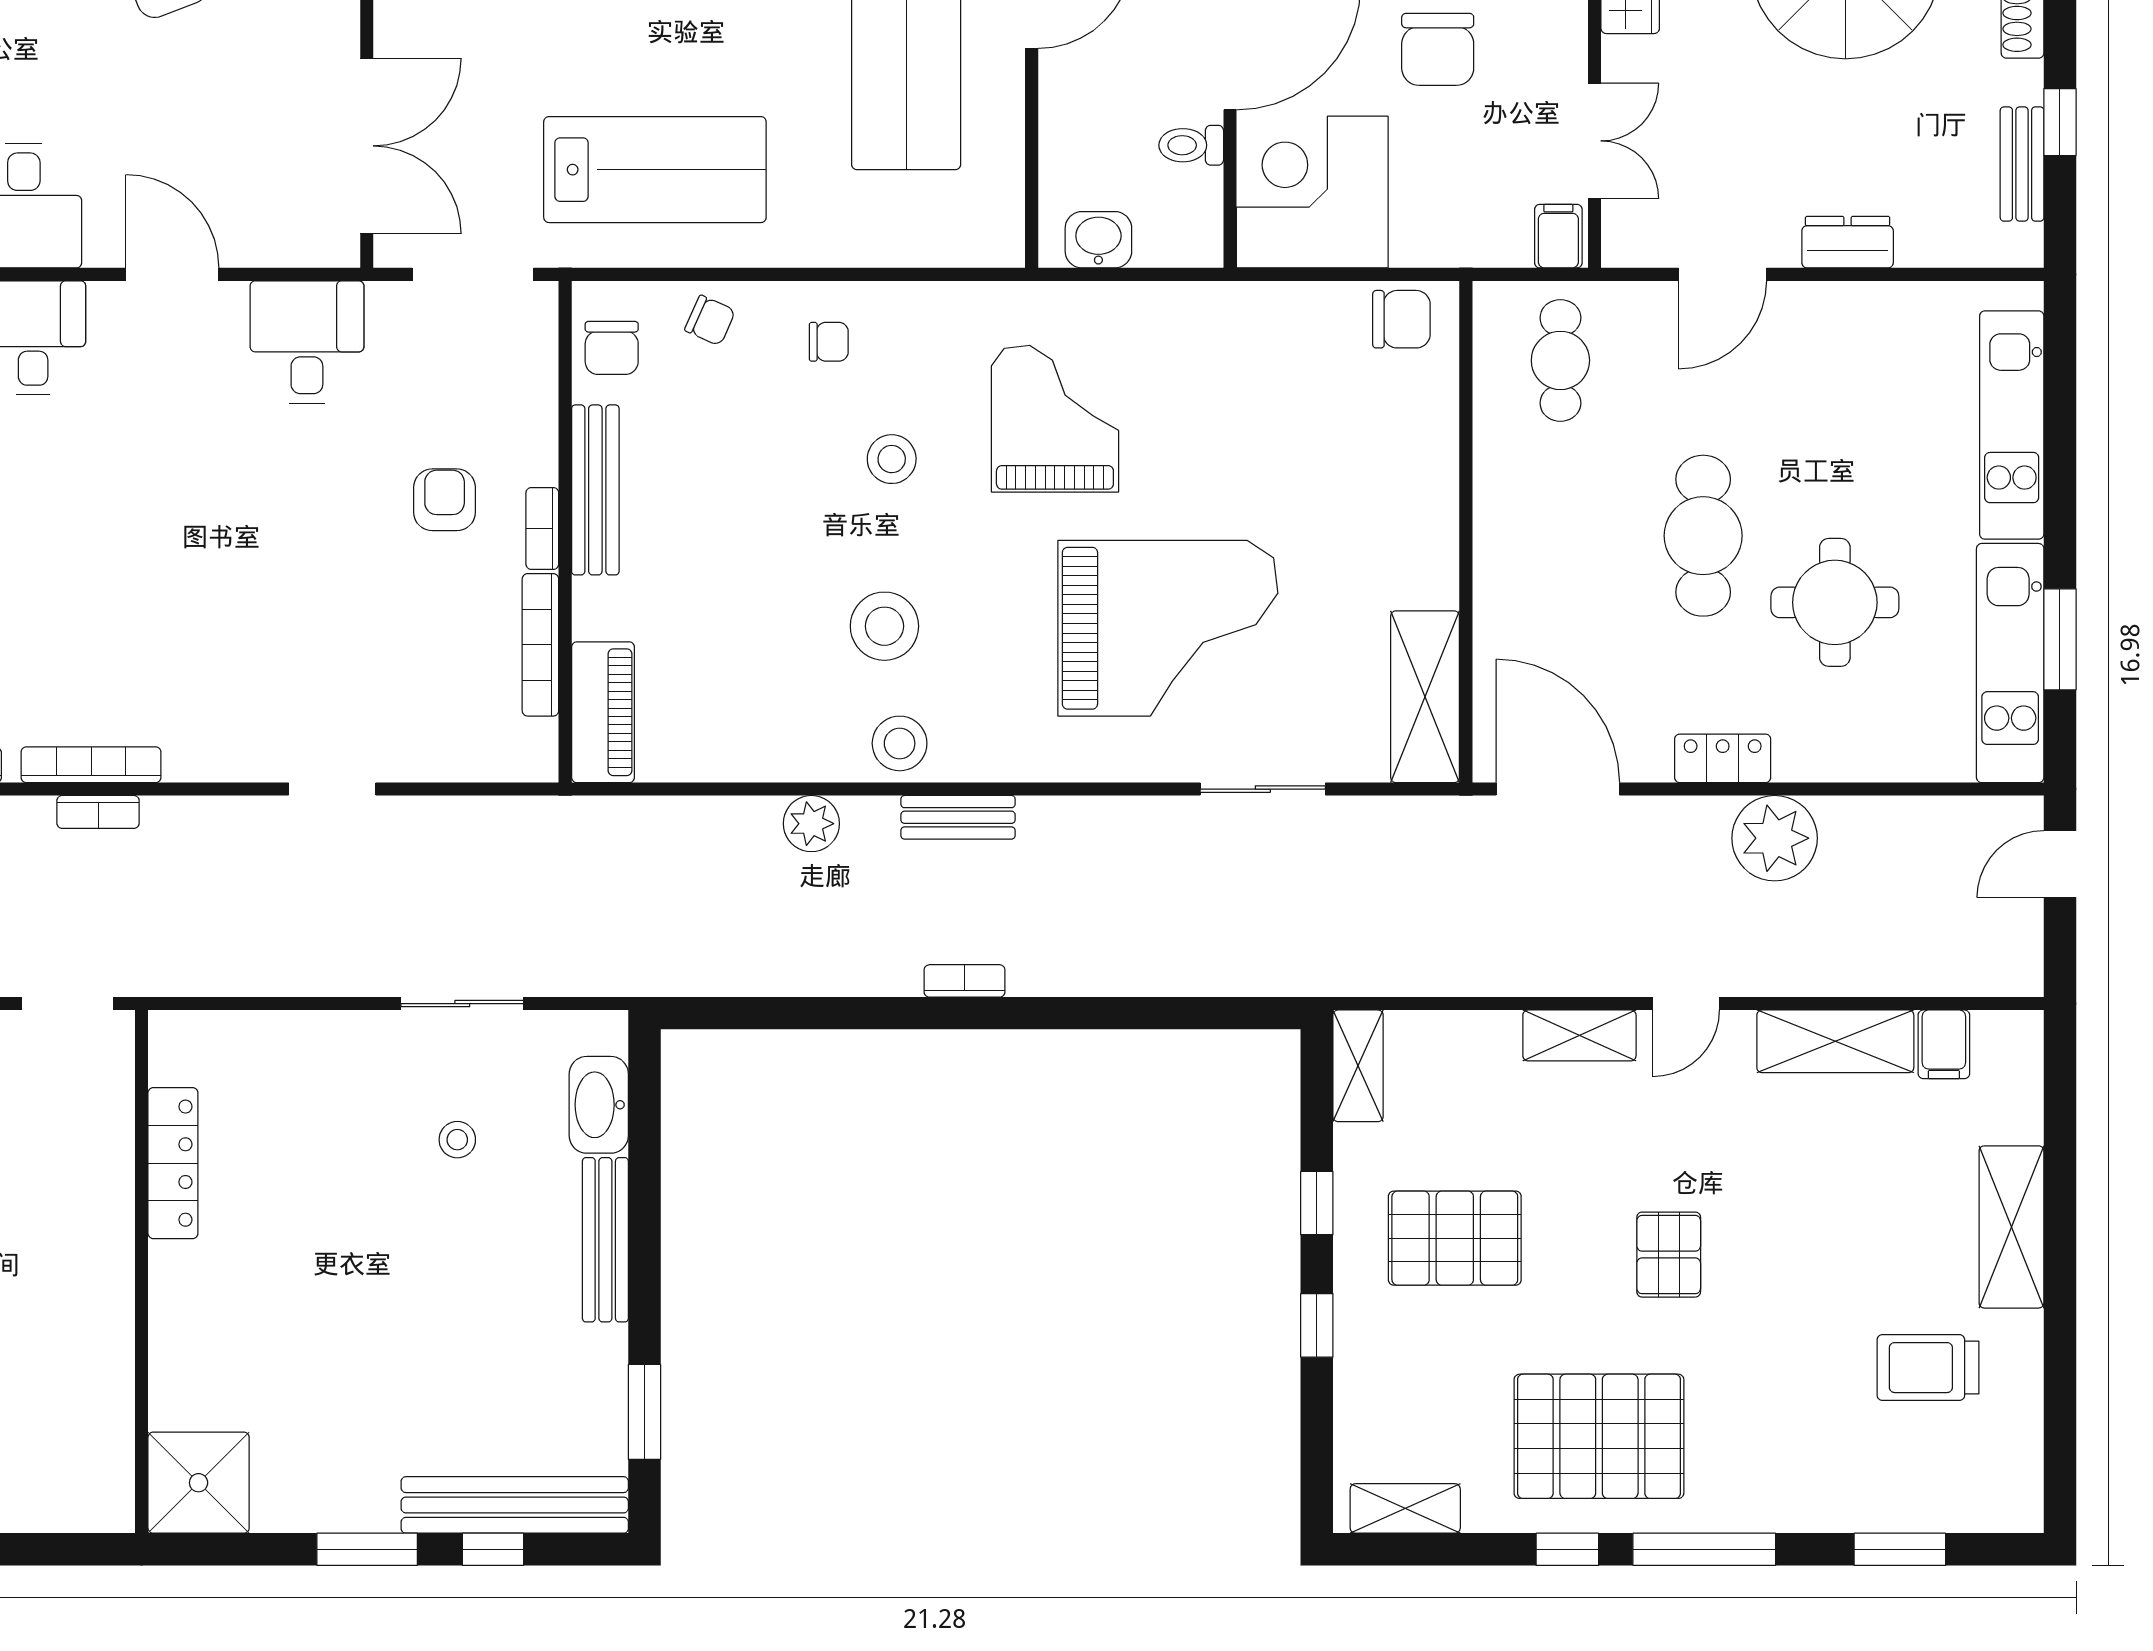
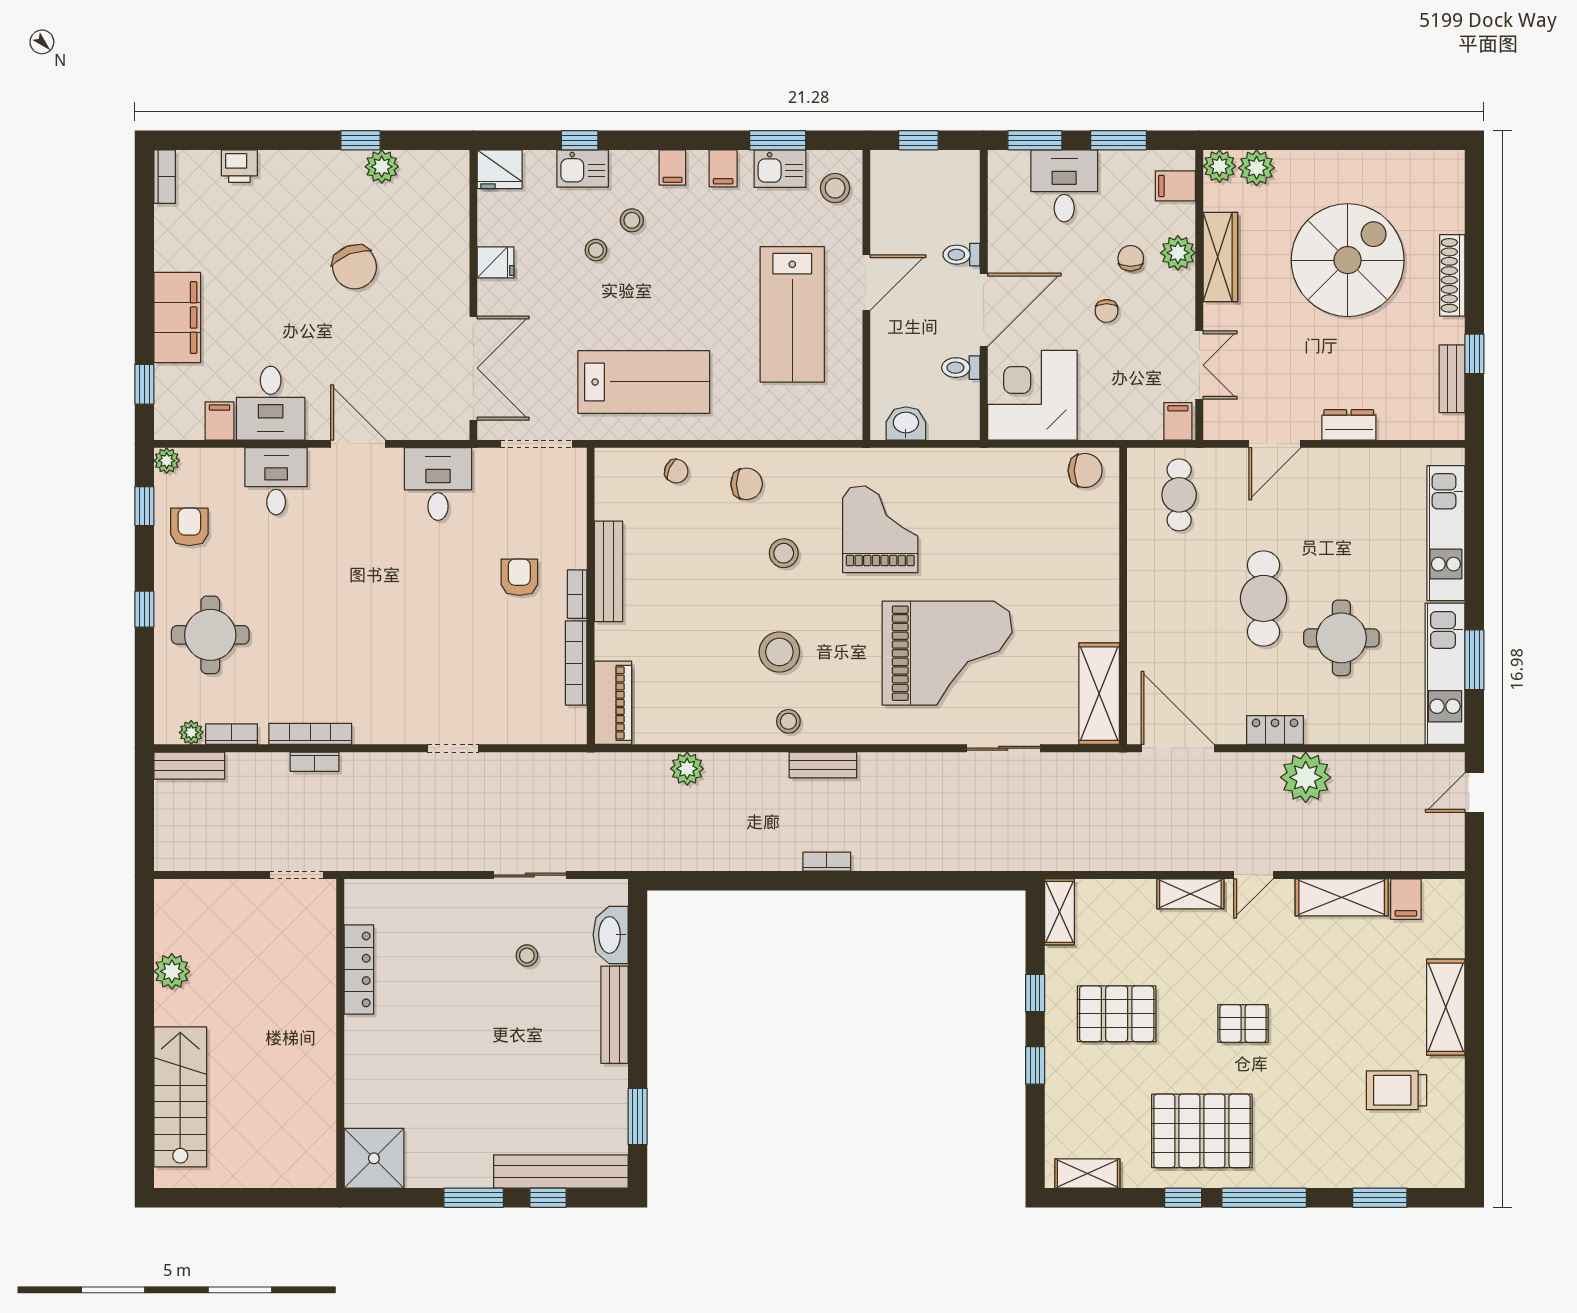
chair: (1438, 49) -> (1107, 311), width x0.54, depth x0.54
chair: (829, 342) -> (747, 484), width x1.37, depth x1.37
chair: (612, 348) -> (618, 487), removed
stool: (900, 743) -> (788, 721), width x0.73, depth x0.73
plant: (811, 824) -> (687, 769), moved
pallet: (1669, 1255) -> (1243, 1023), turned 90

